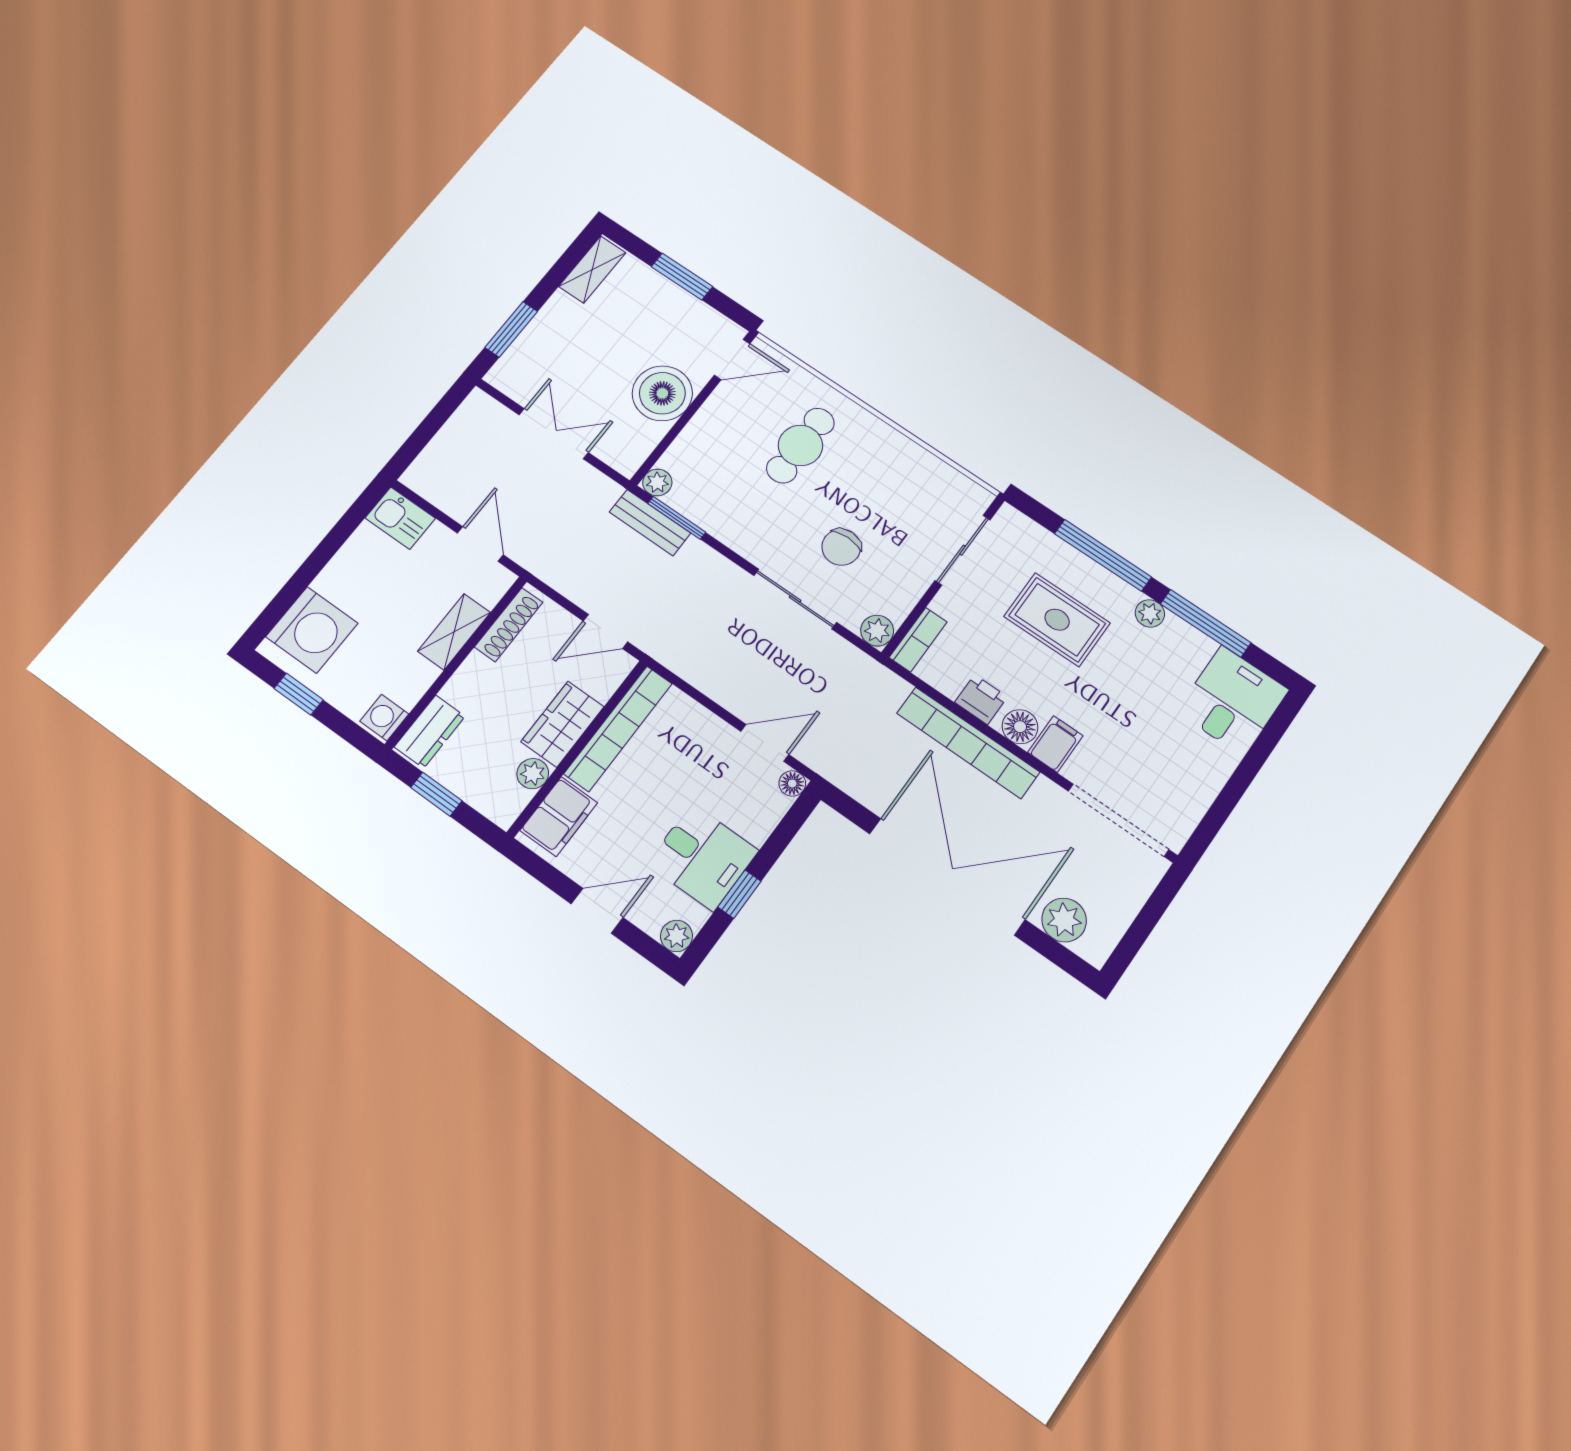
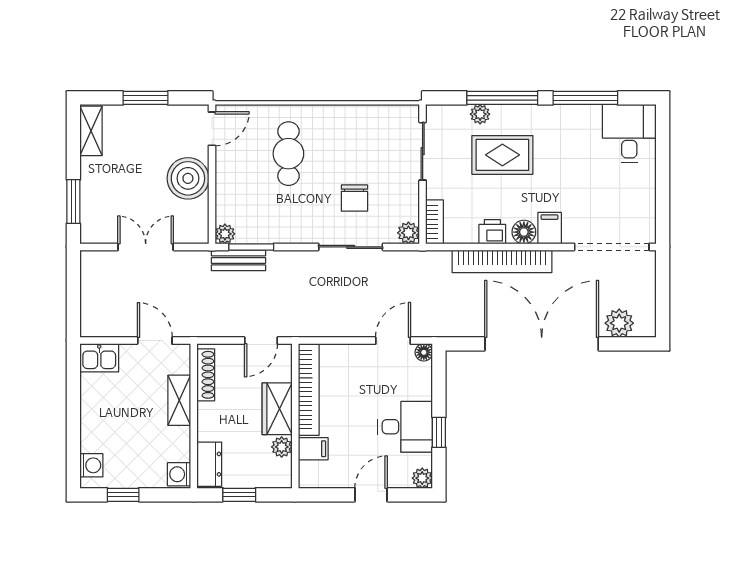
plant: (1150, 613) -> (480, 114), moved
washing machine: (312, 630) -> (91, 465), width x0.53, depth x0.53
filing cabinet: (559, 817) -> (313, 449), width x0.50

